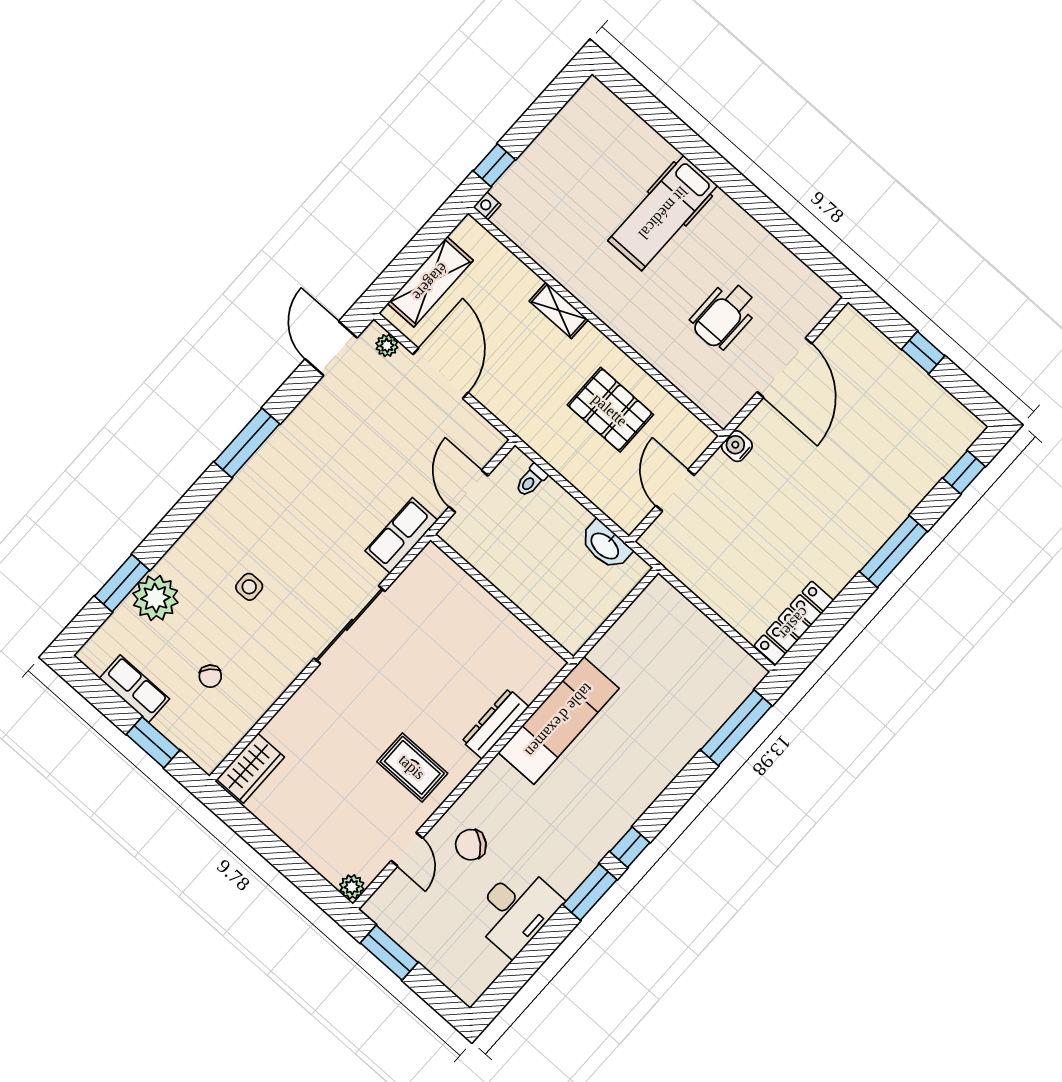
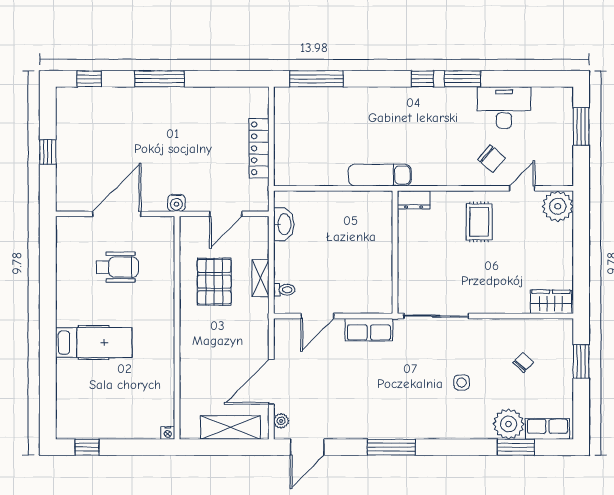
window: (494, 165) -> (87, 447), moved
shelving: (559, 310) -> (260, 278), moved
wall: (502, 598) -> (395, 252), moved
locker: (794, 623) -> (259, 148), moved, turned 90
row of seats: (134, 689) -> (547, 429), moved, turned 90
exam couch: (559, 720) -> (380, 175), width x0.73, depth x0.69
dresser: (495, 724) -> (414, 200), width x0.70
plant: (352, 887) -> (558, 206), width x1.88, depth x1.88
window: (389, 953) -> (581, 127), moved

